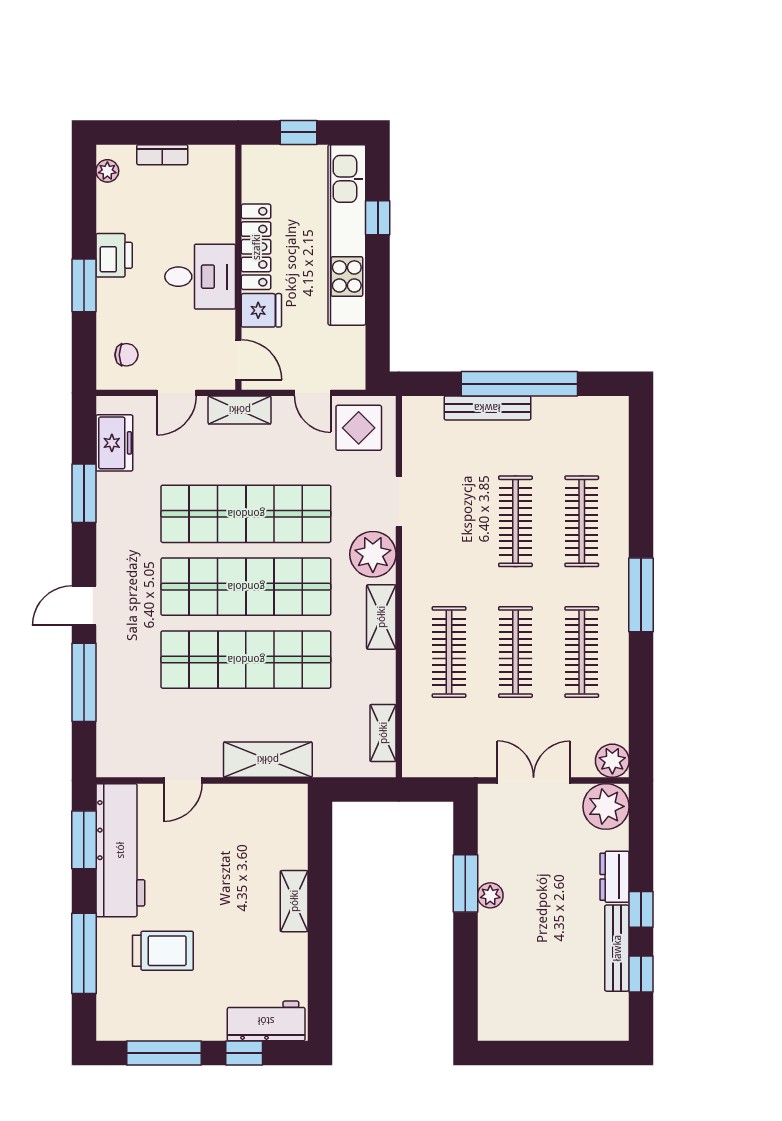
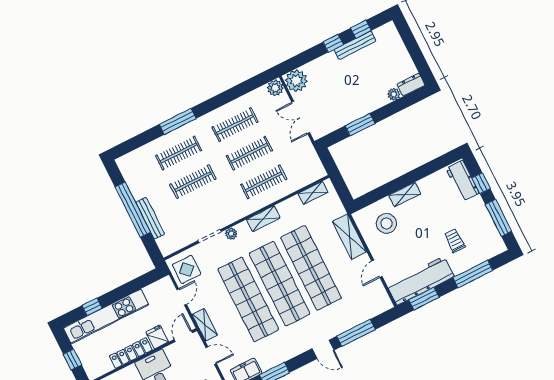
plant: (373, 554) -> (231, 234), width x0.53, depth x0.53
window: (641, 595) -> (178, 121), moved
door: (183, 780) -> (377, 269), swing flipped
stool: (258, 841) -> (386, 223), added
dresser: (615, 877) -> (411, 85), moved, turned 180
plant: (490, 895) -> (394, 94), moved
trolley: (163, 951) -> (455, 240), width x0.73, depth x0.72

